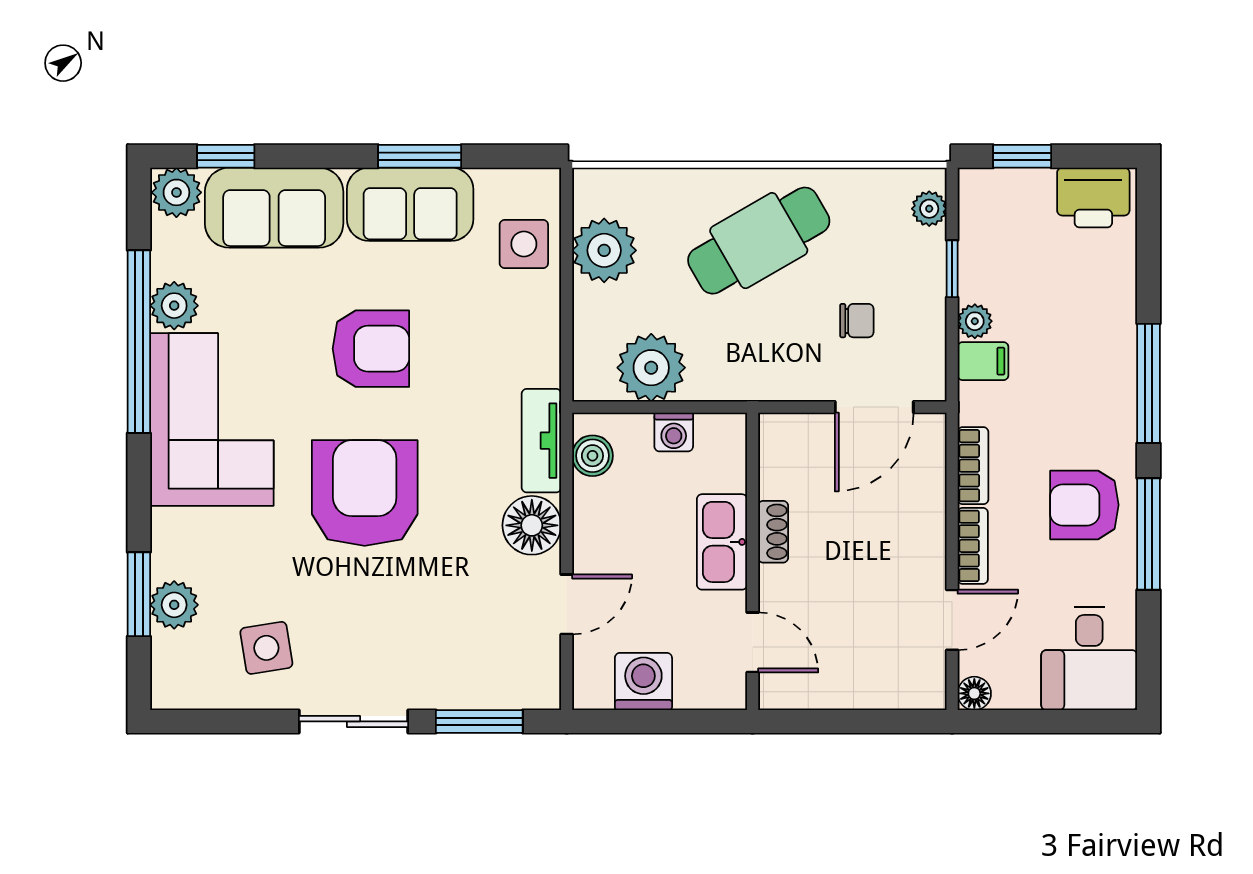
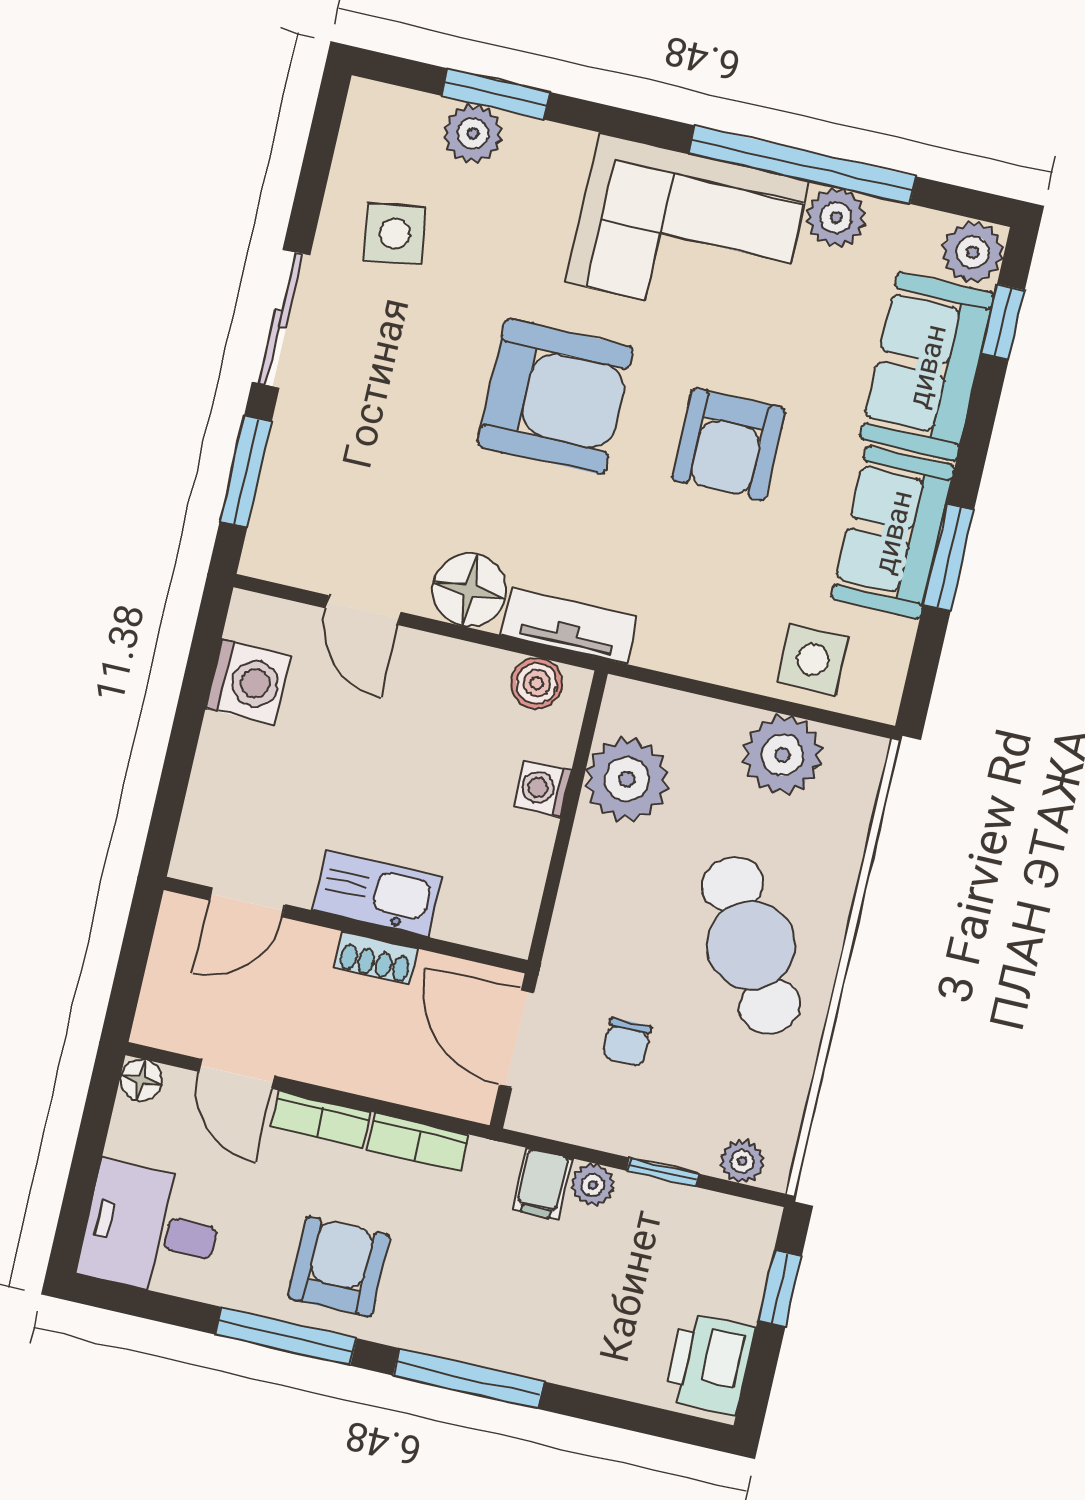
shoe rack: (773, 532) -> (376, 958), moved
kitchen sink: (722, 542) -> (378, 893), moved
wall: (753, 561) -> (346, 925), moved
door: (753, 642) -> (247, 902), moved

